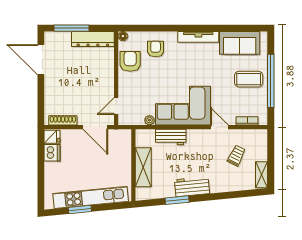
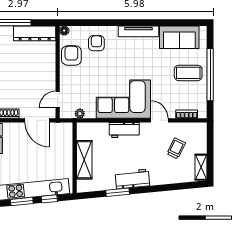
plant: (149, 120) -> (80, 114), moved
workbench: (171, 137) -> (124, 130), moved
window: (108, 207) -> (49, 199), added

